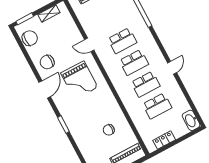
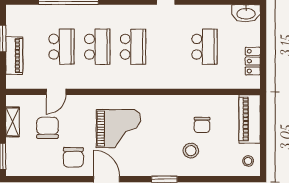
chair: (30, 38) -> (48, 128), moved
door: (89, 45) -> (56, 92), moved
school desk: (146, 84) -> (61, 47), moved
stool: (89, 131) -> (191, 151), added

